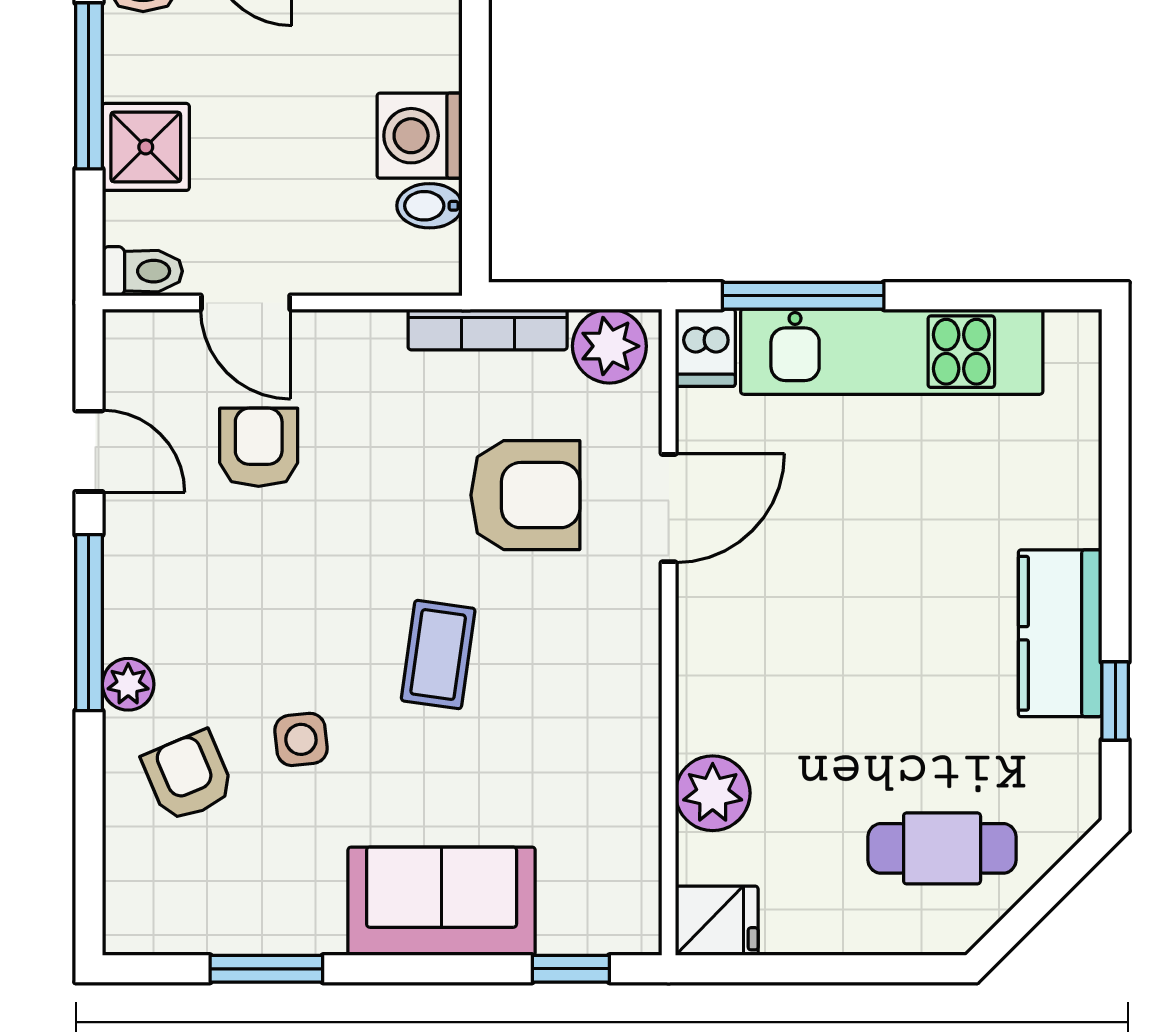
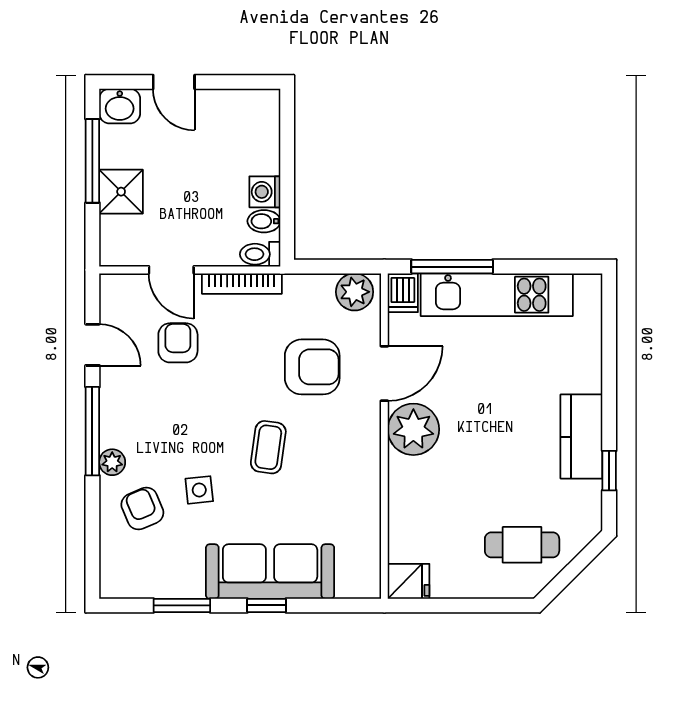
washing machine: (420, 136) -> (265, 192), width x0.73, depth x0.73
toilet: (142, 271) -> (260, 254), moved, turned 180
bookcase: (488, 329) -> (242, 284), moved
plant: (713, 793) -> (413, 429), moved, width x1.36, depth x1.36
sofa: (442, 901) -> (270, 571), width x1.36
window: (571, 969) -> (267, 605), moved

